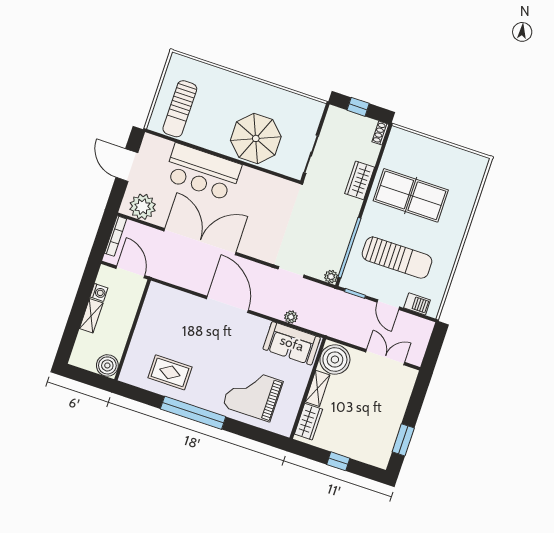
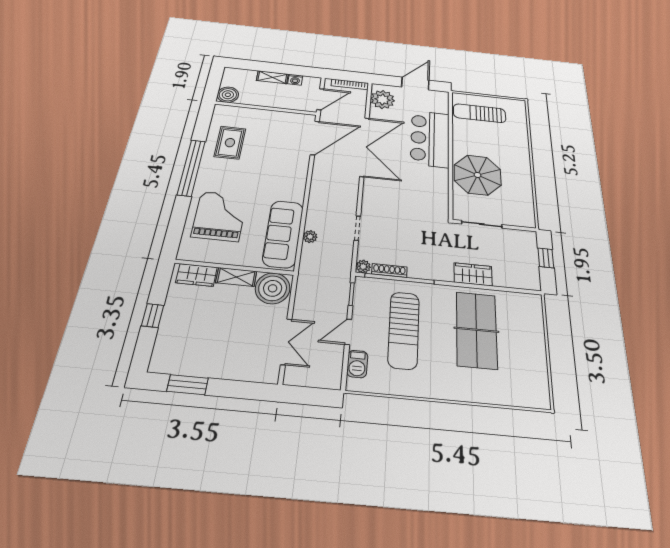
shoe rack: (380, 133) -> (389, 270), moved, width x1.43
door: (227, 304) -> (315, 138), moved
sofa: (292, 343) -> (283, 234), width x1.36

